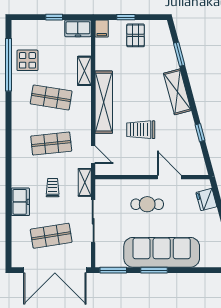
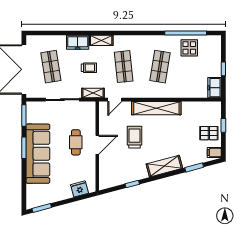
filing cabinet: (102, 29) -> (214, 153), moved
shelving: (84, 71) -> (101, 40), moved
door: (169, 177) -> (97, 145), moved

